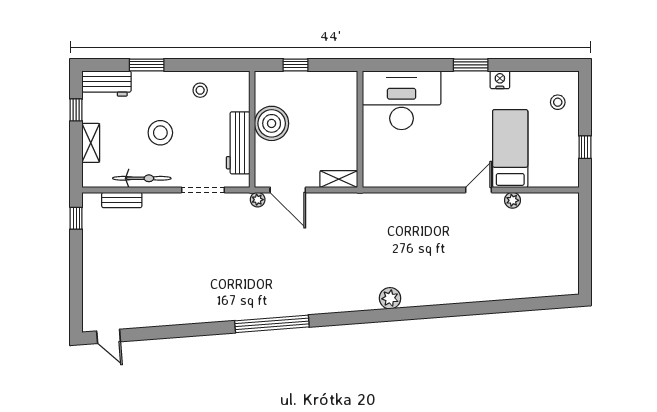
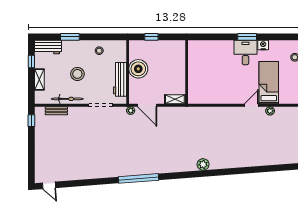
desk: (402, 100) -> (245, 52), moved, width x0.53, depth x0.77

